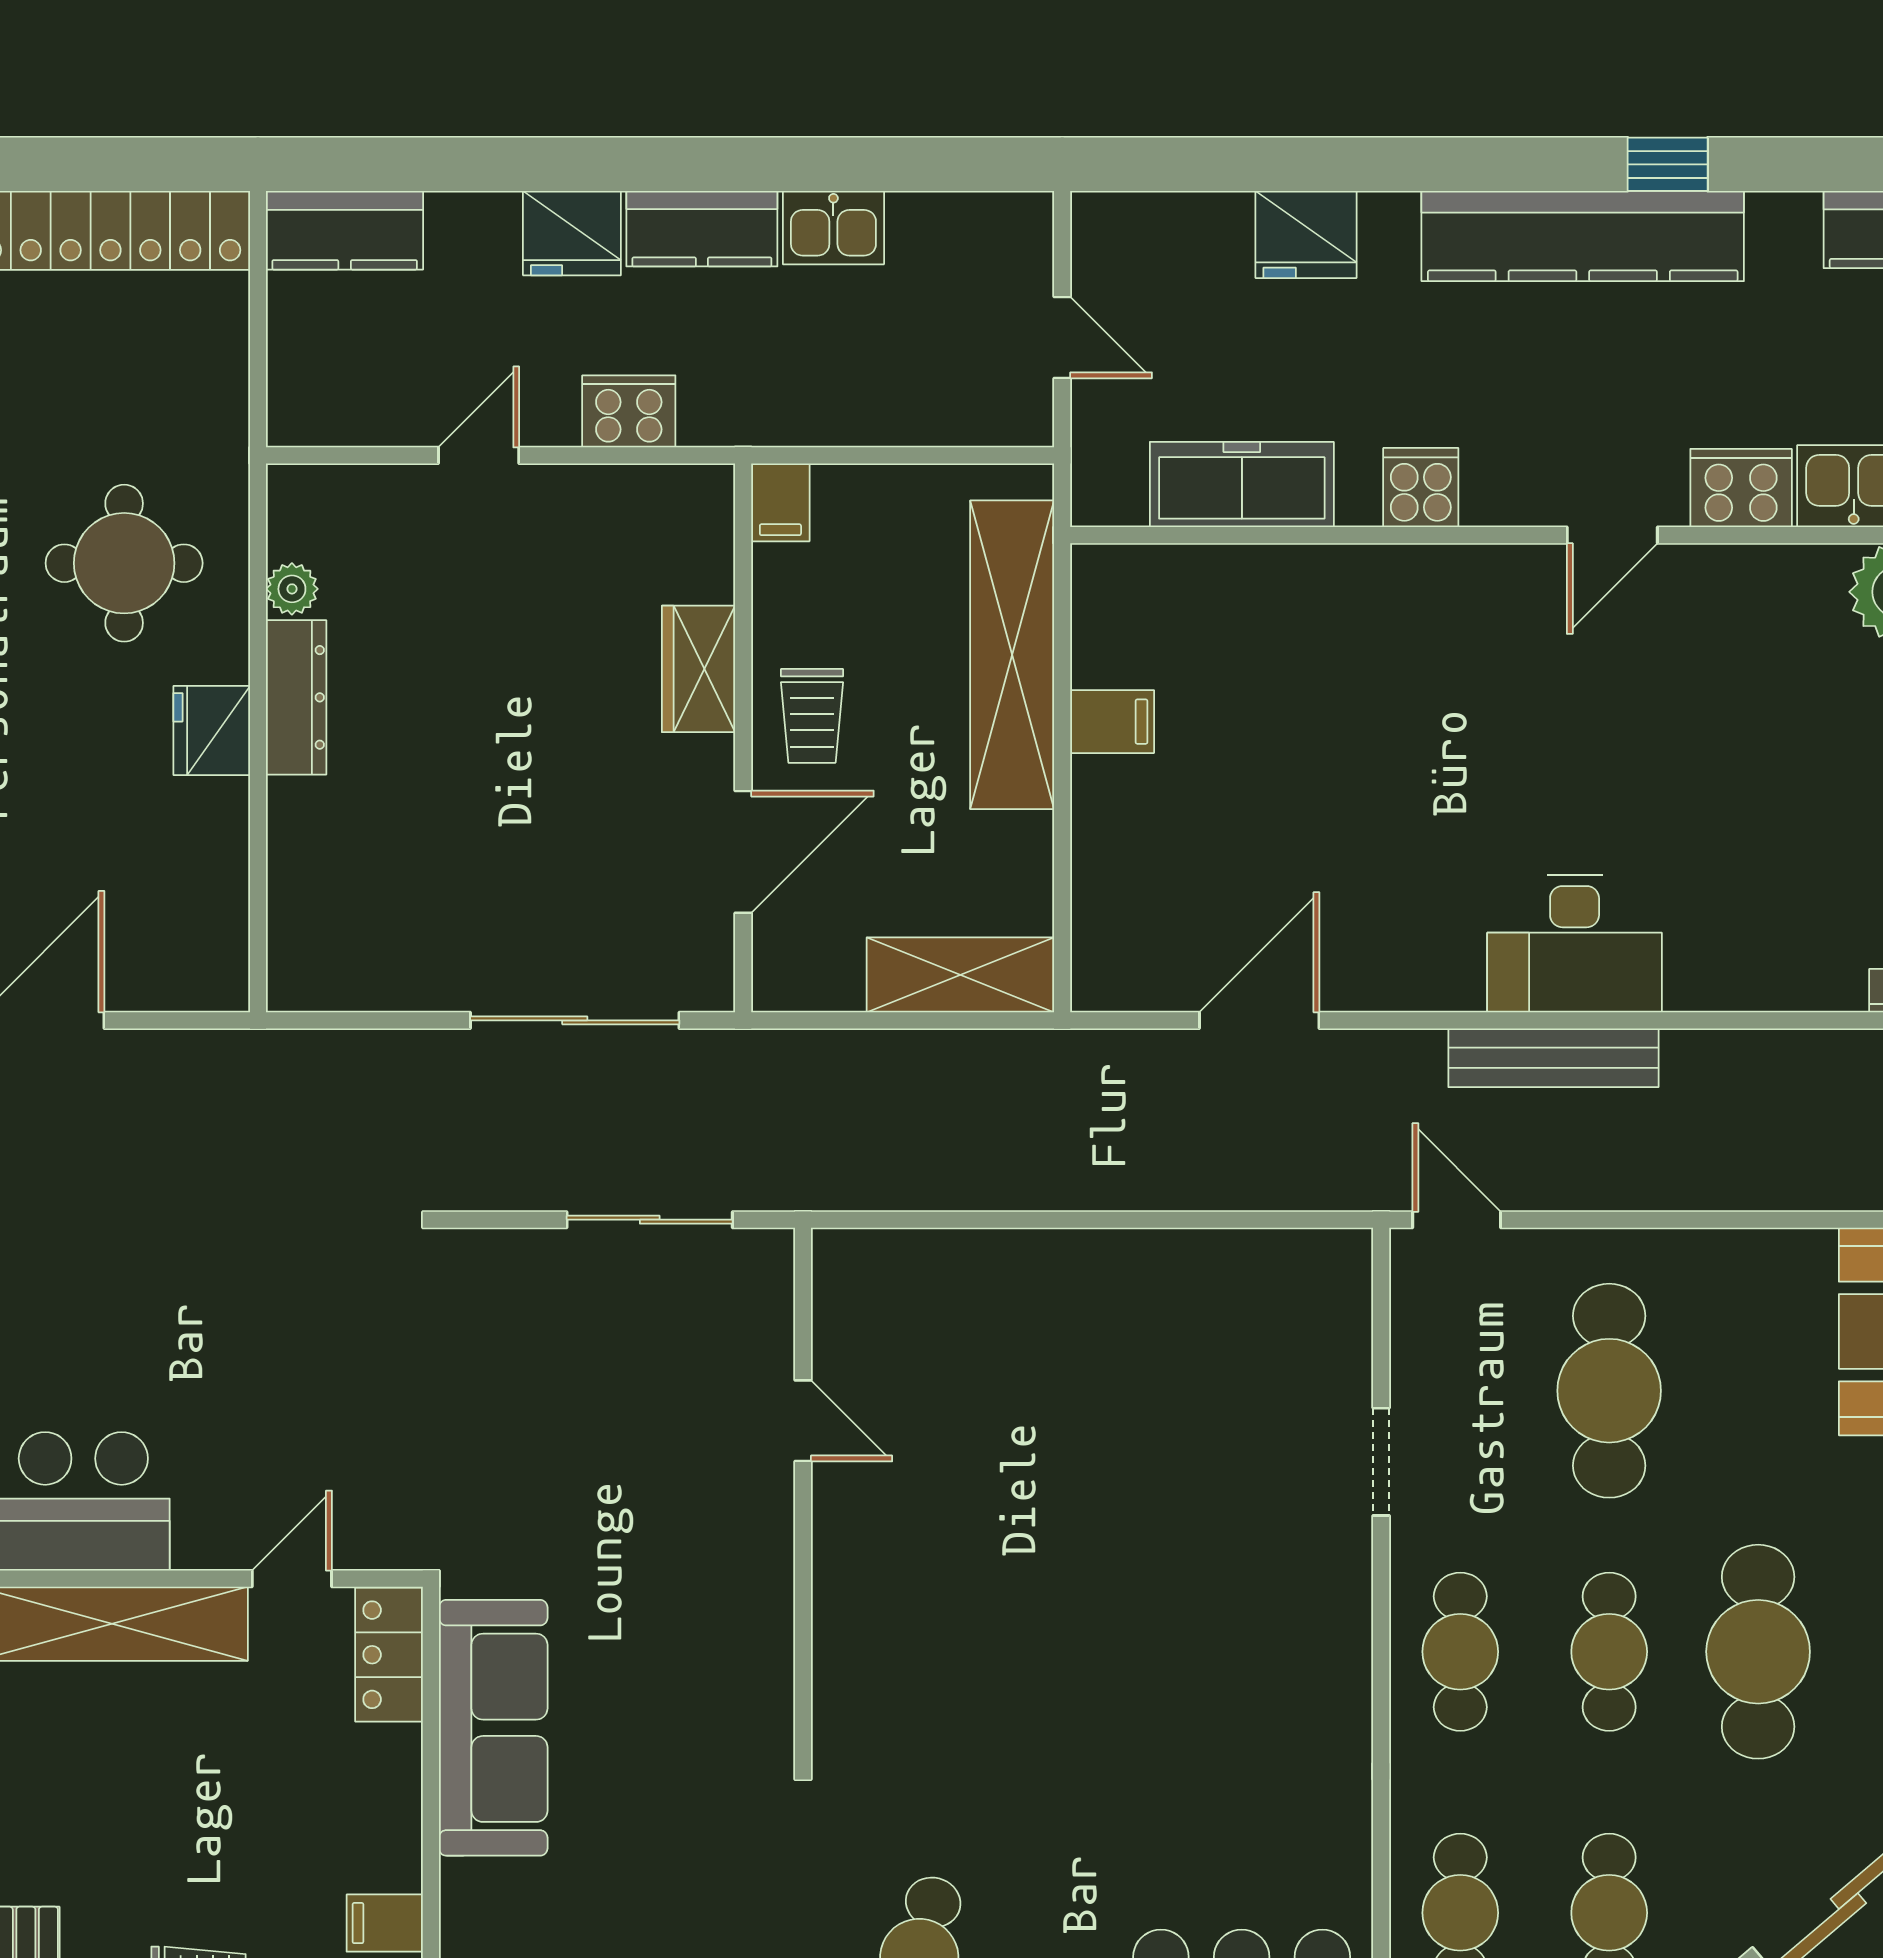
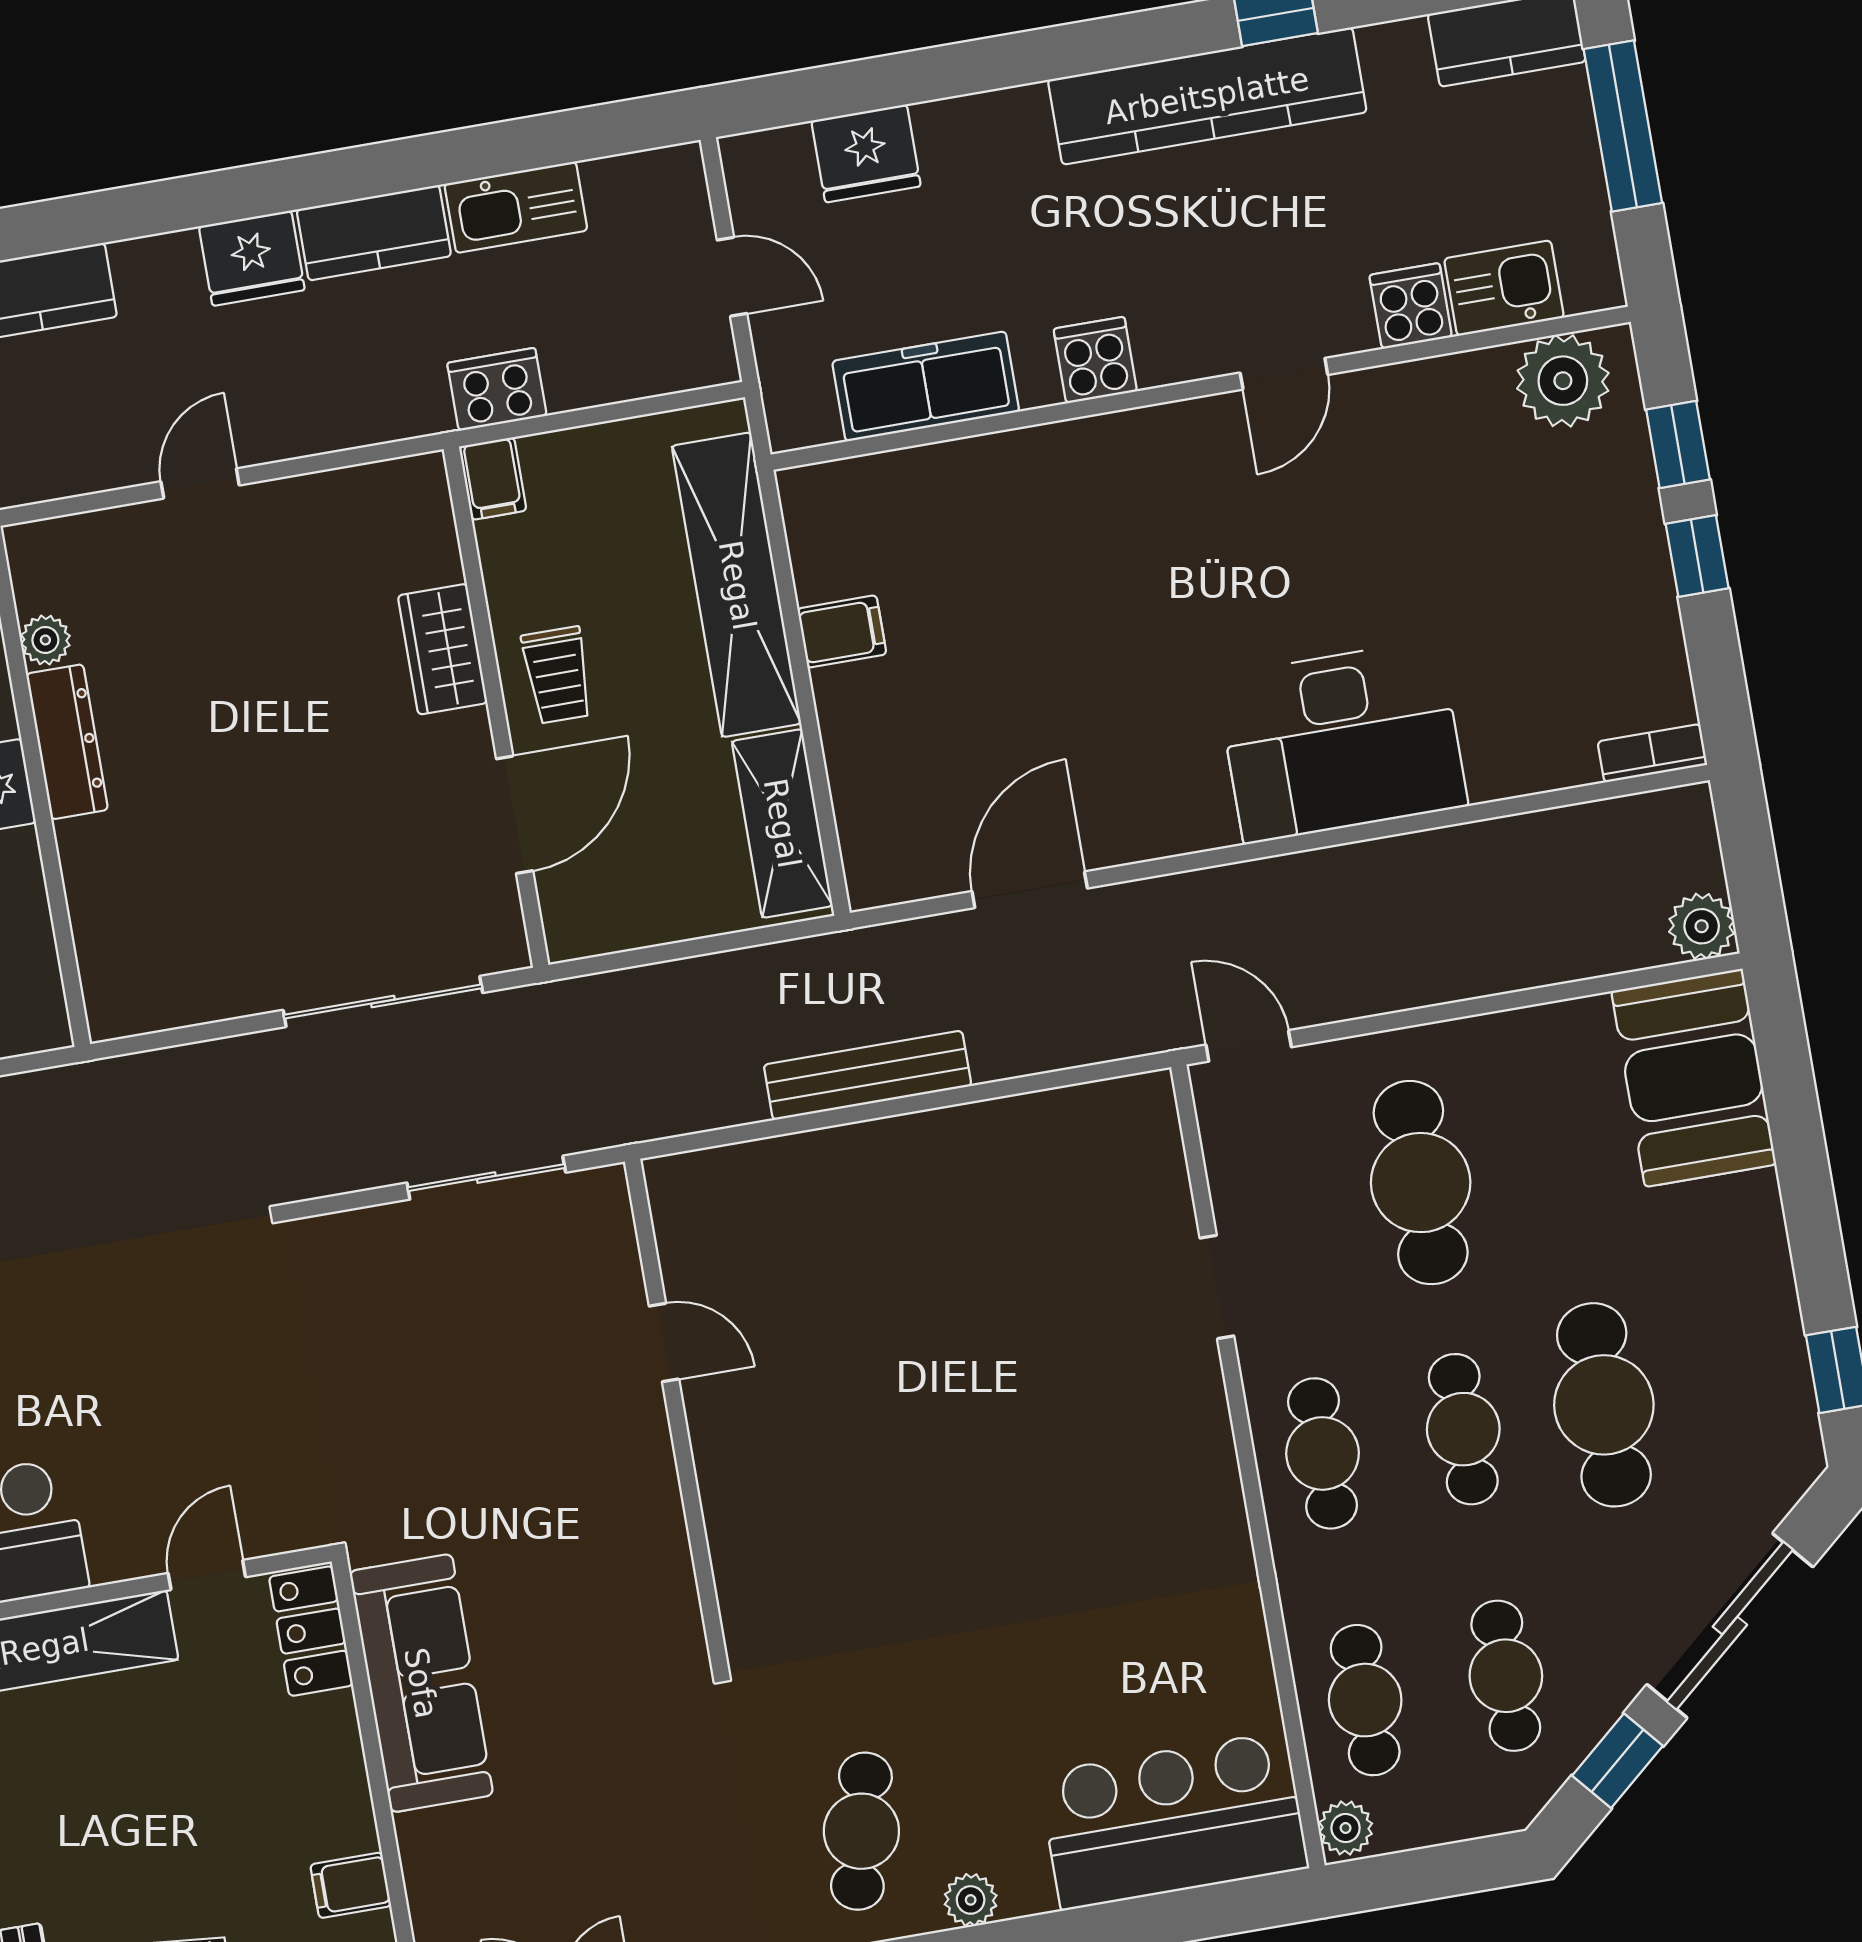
kitchen sink: (833, 228) -> (516, 207), width x1.38
fridge: (1306, 234) -> (866, 153), moved
cooker: (629, 411) -> (497, 389), moved
cooker: (1741, 488) -> (1411, 306), width x0.73
desk: (1575, 944) -> (1342, 741), width x1.36, depth x1.30
shelving: (960, 975) -> (782, 823), moved, turned 90
bench: (1553, 1058) -> (868, 1075), moved

